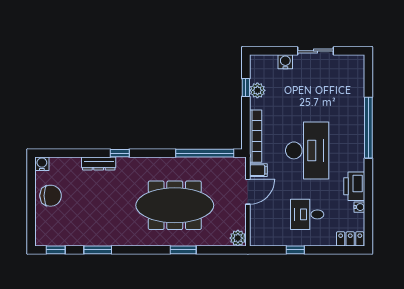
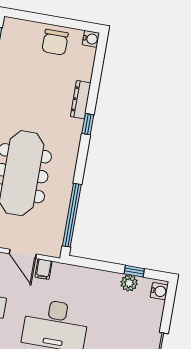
water cooler: (285, 62) -> (159, 291), moved
bookcase: (256, 136) -> (81, 273), removed

